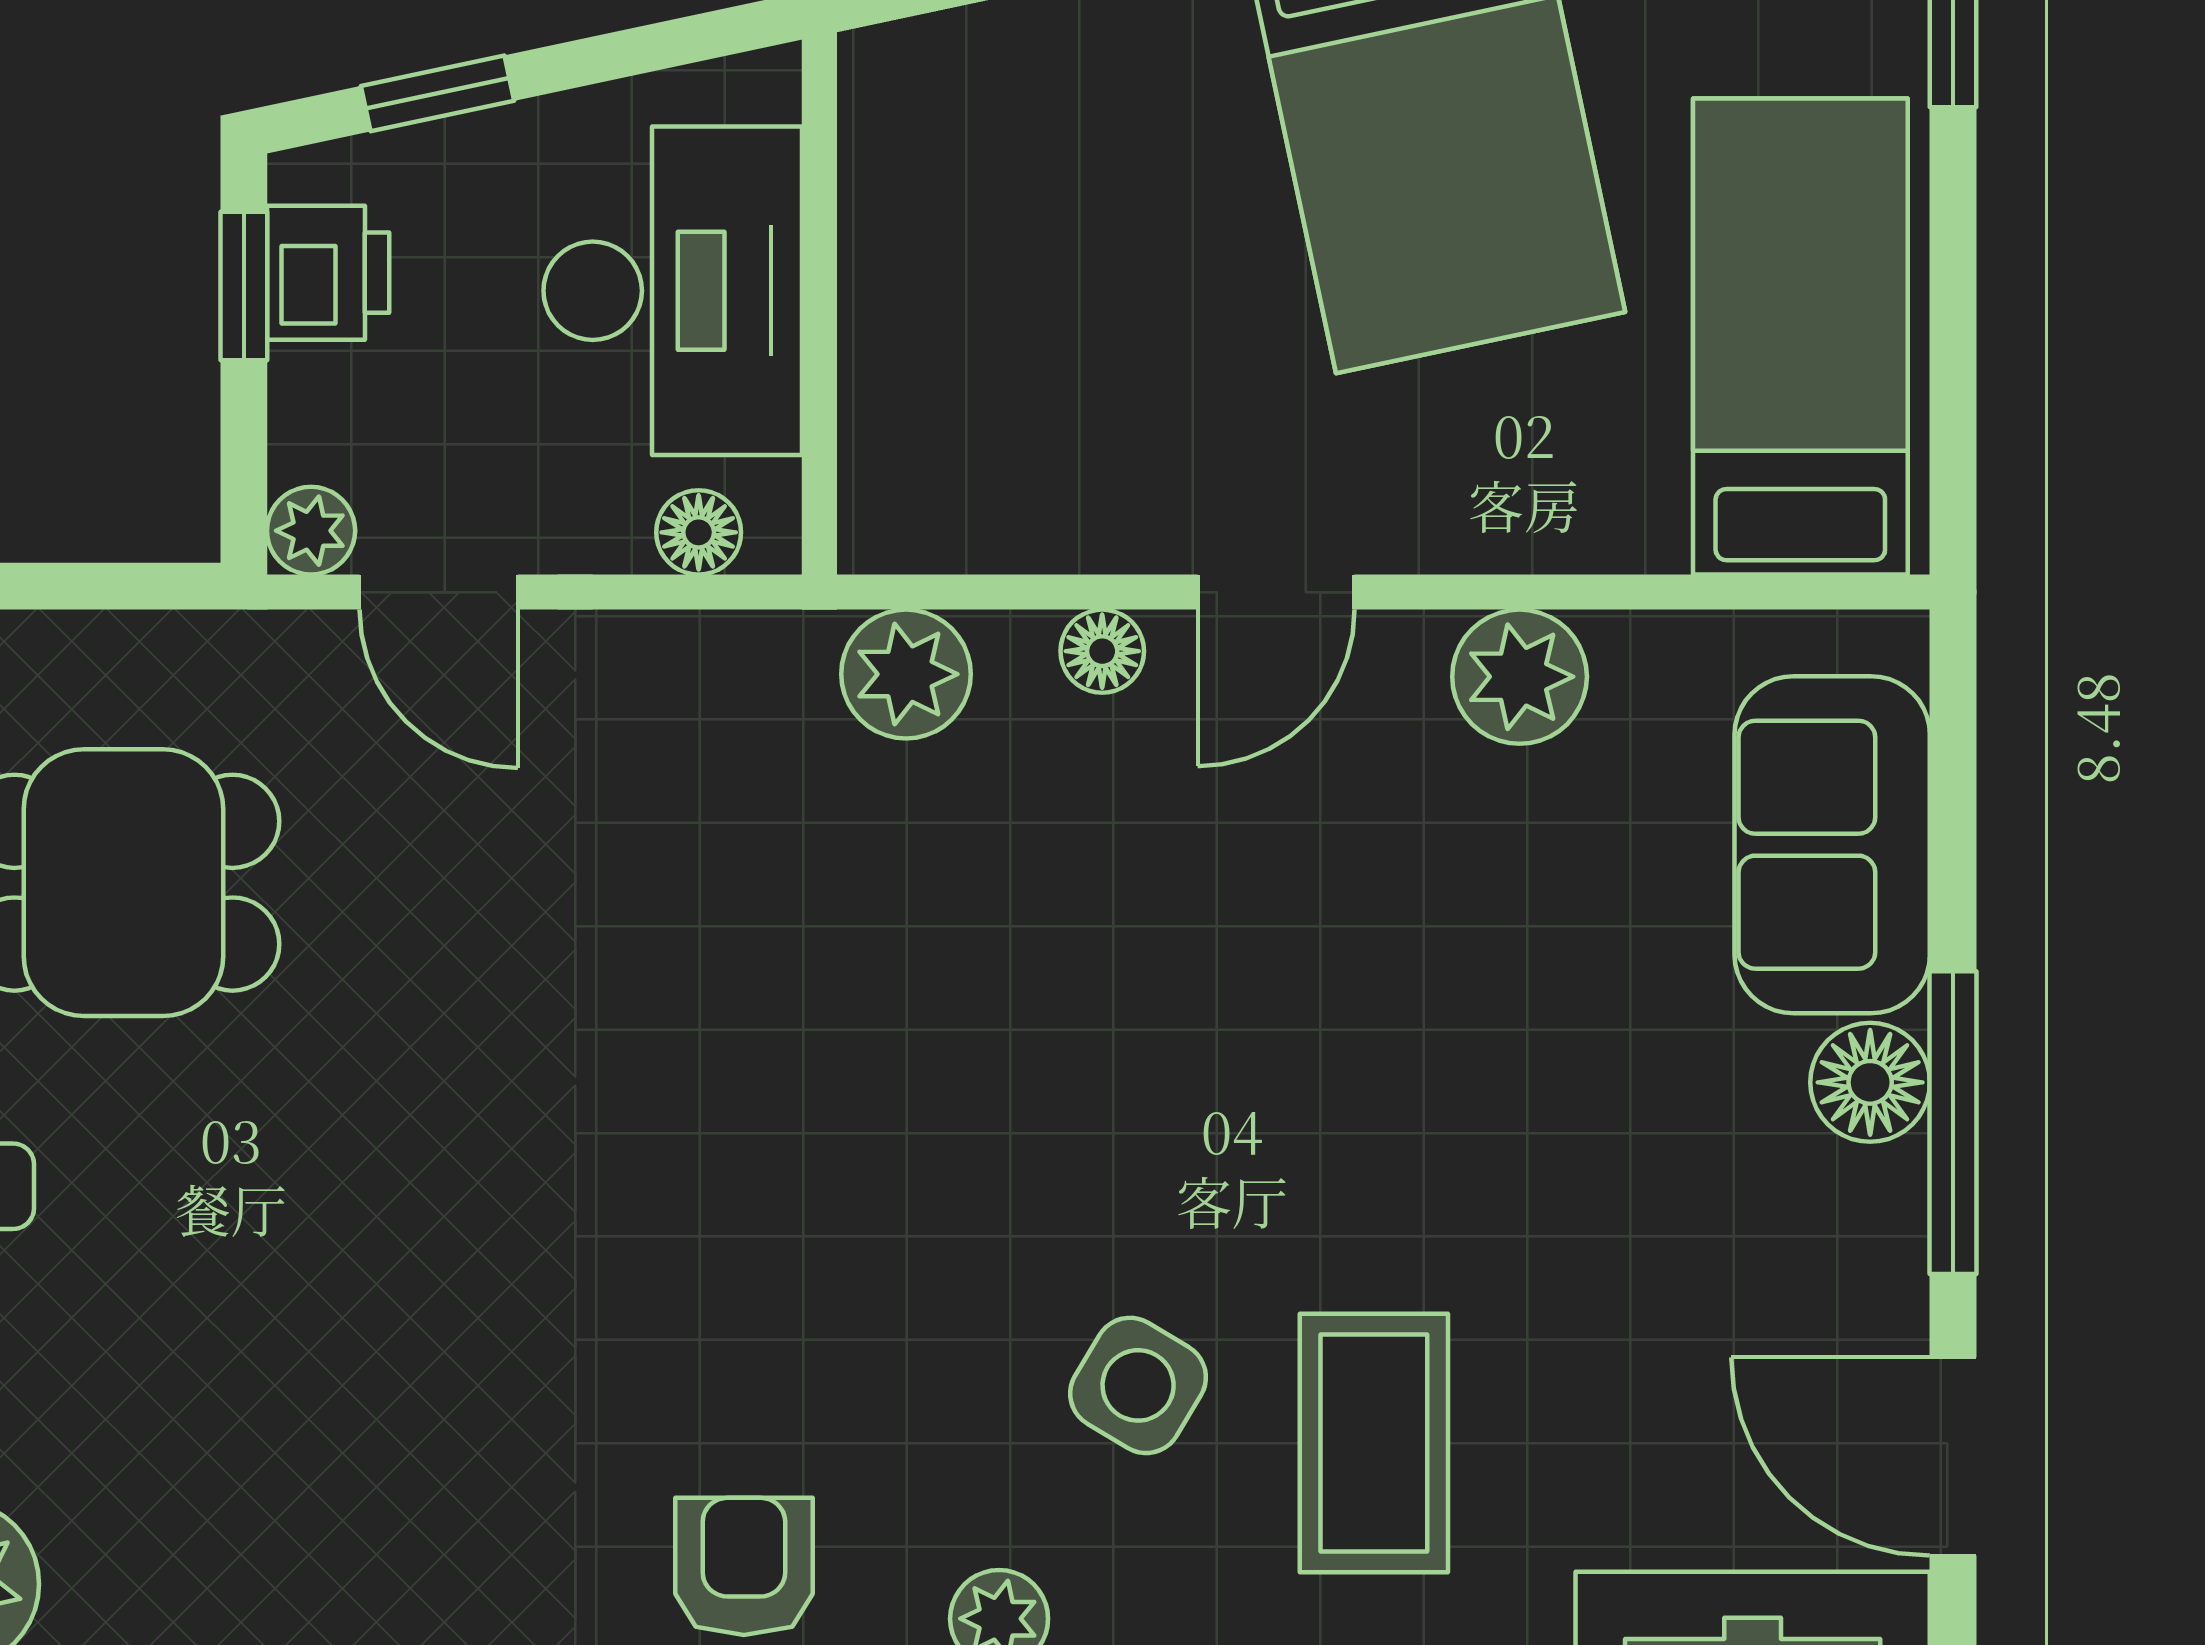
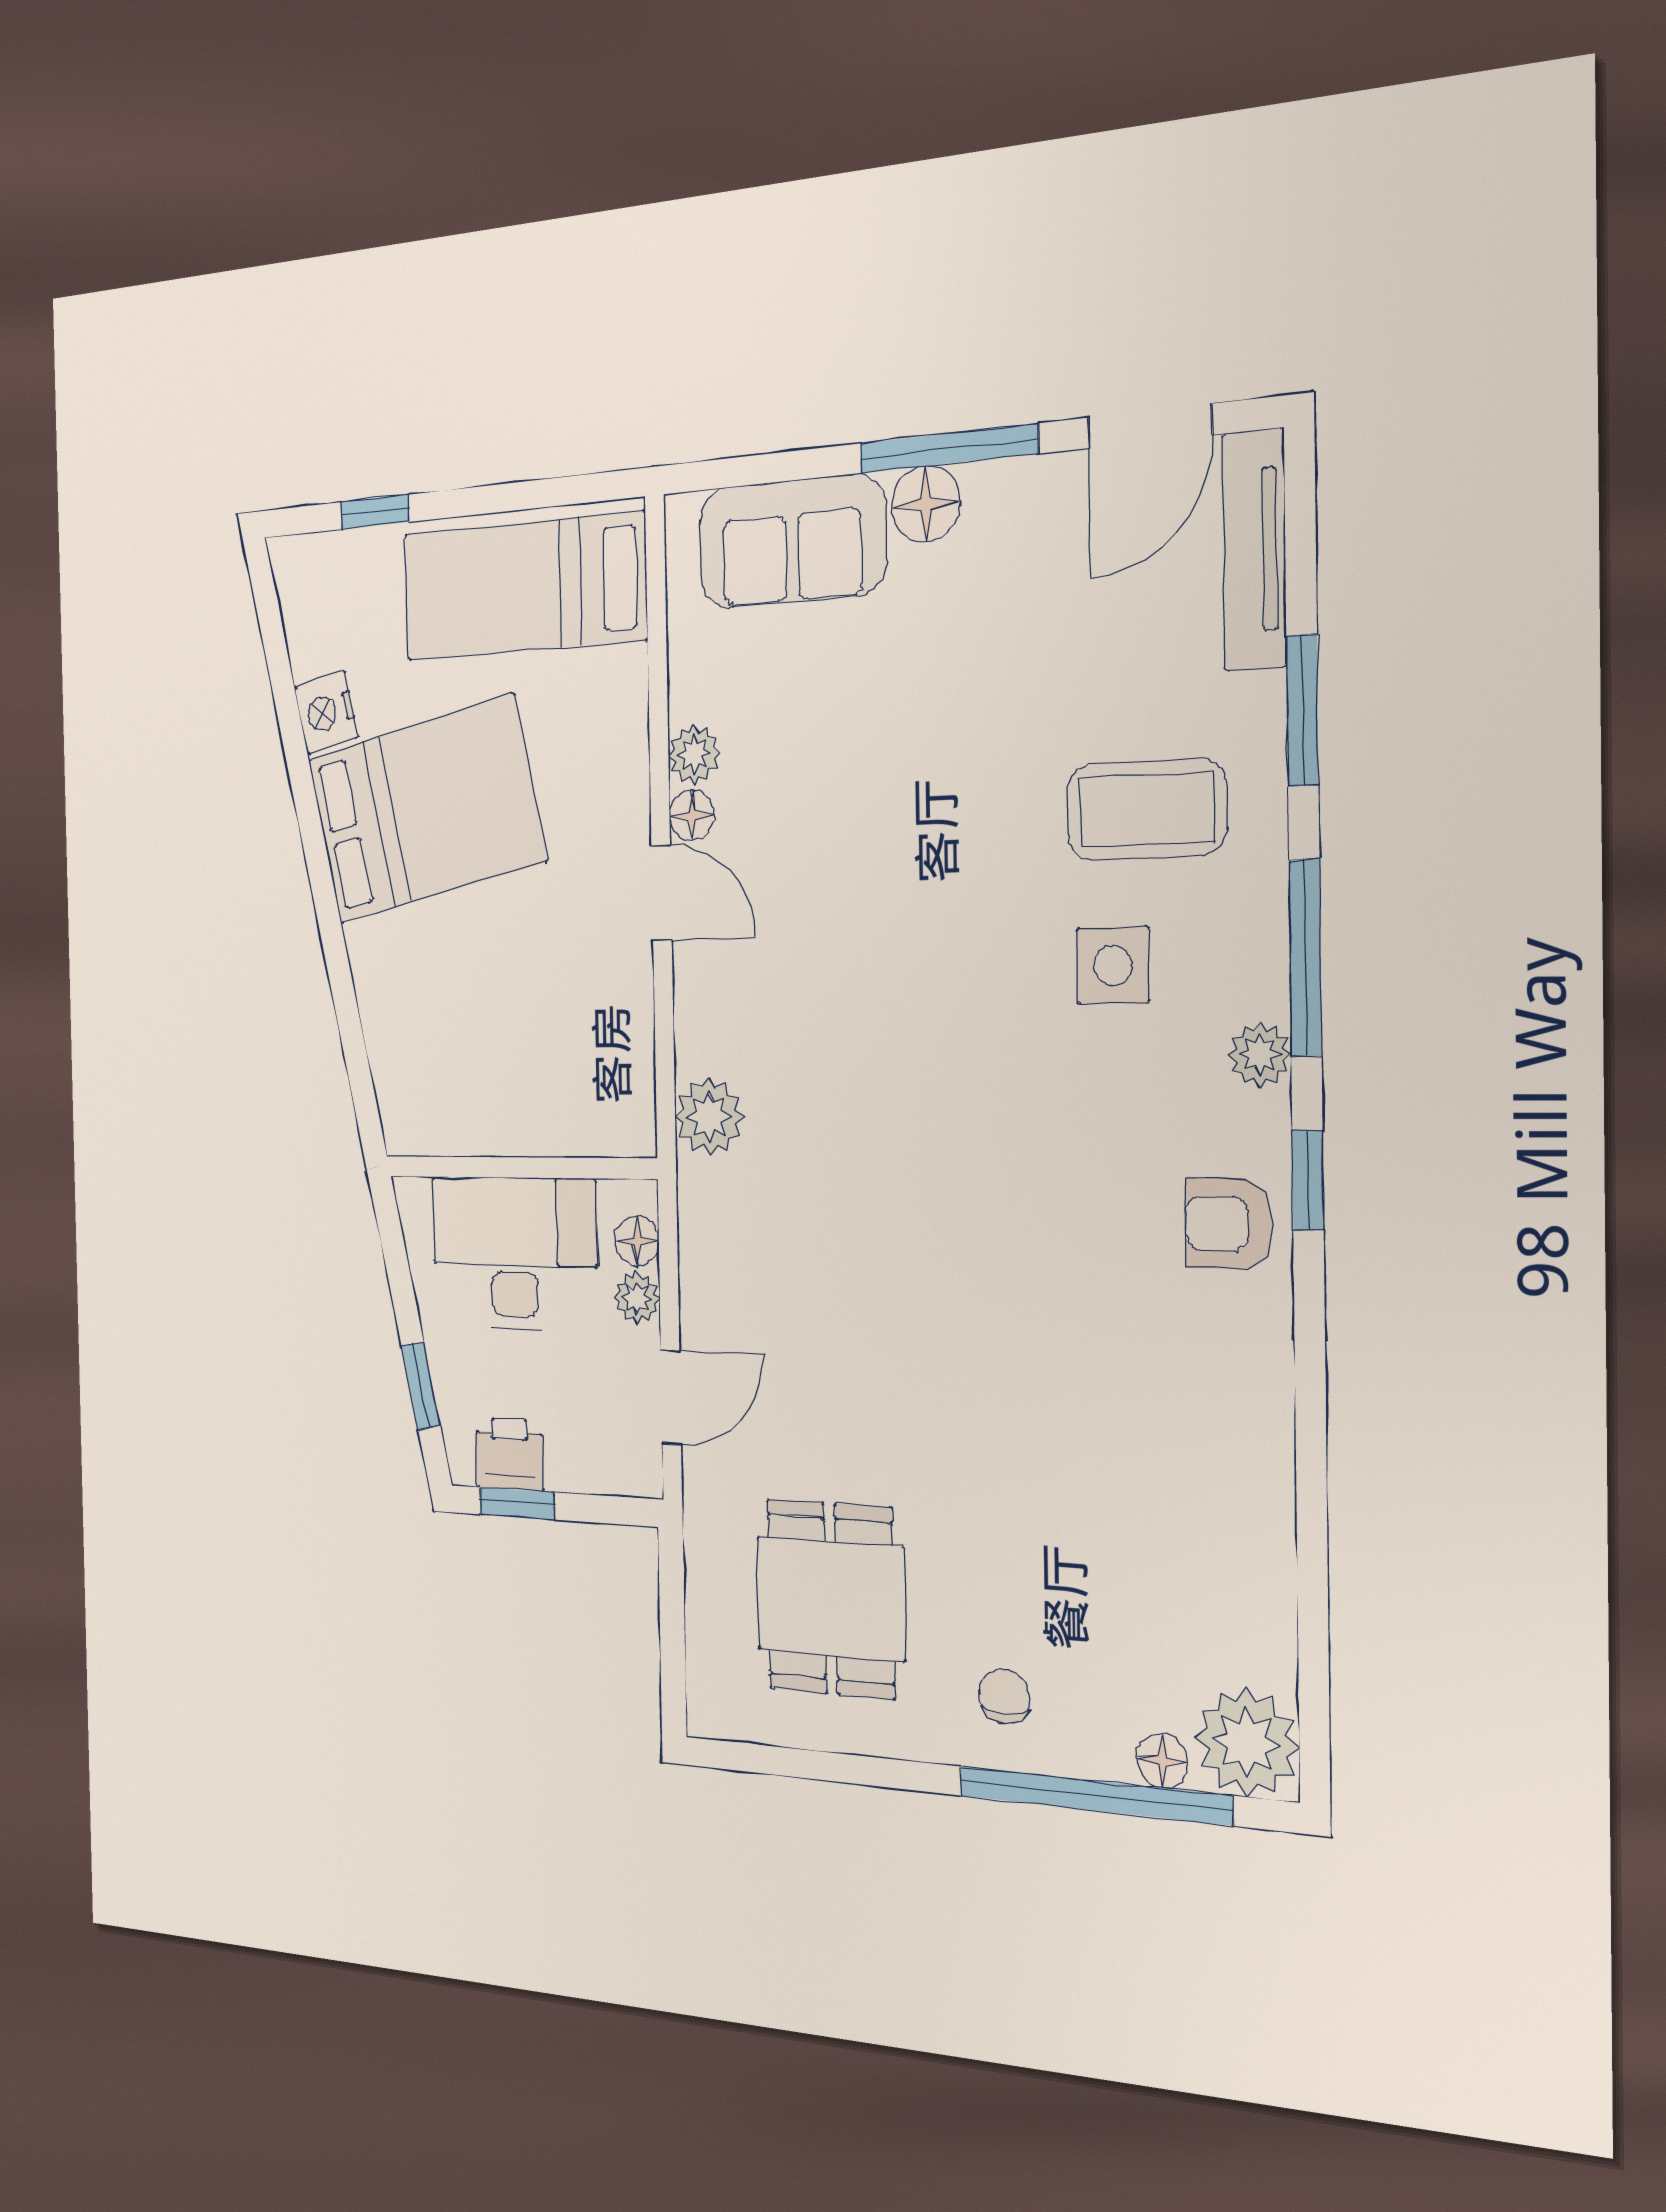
plant: (311, 531) -> (637, 1298), moved
floor lamp: (1102, 651) -> (692, 815), moved
plant: (1520, 677) -> (694, 754), width x0.73, depth x0.73
side table: (1138, 1385) -> (1113, 965), turned -31

